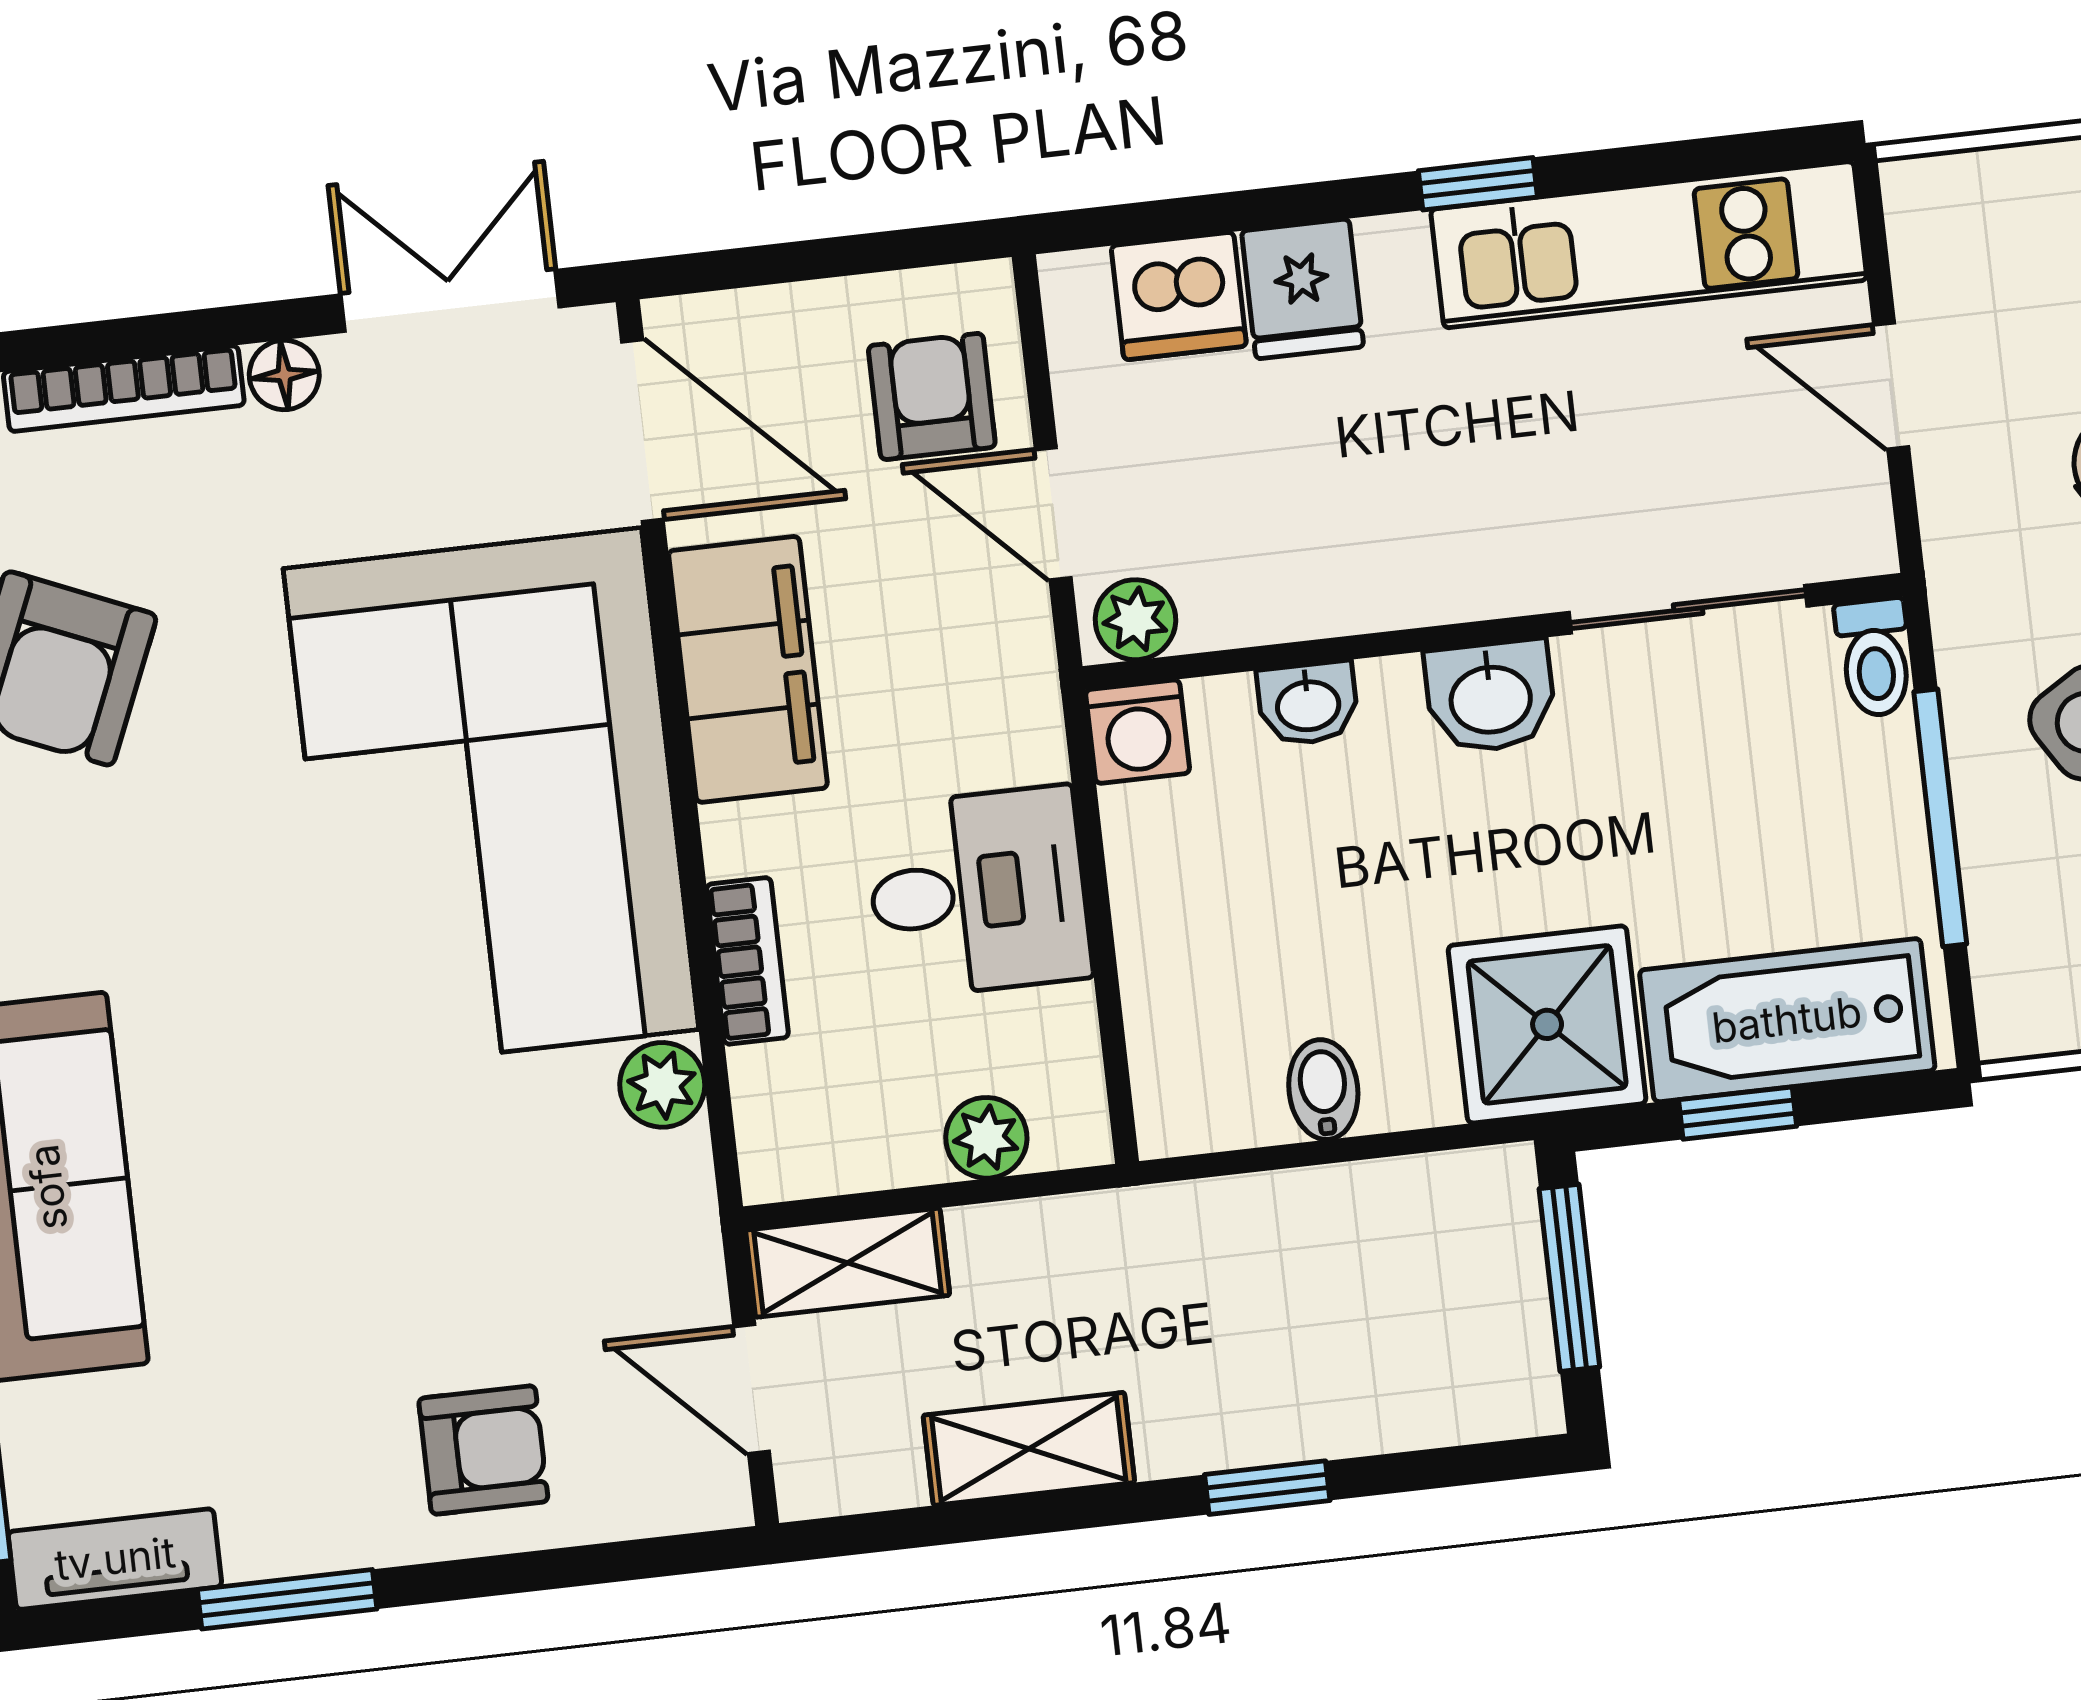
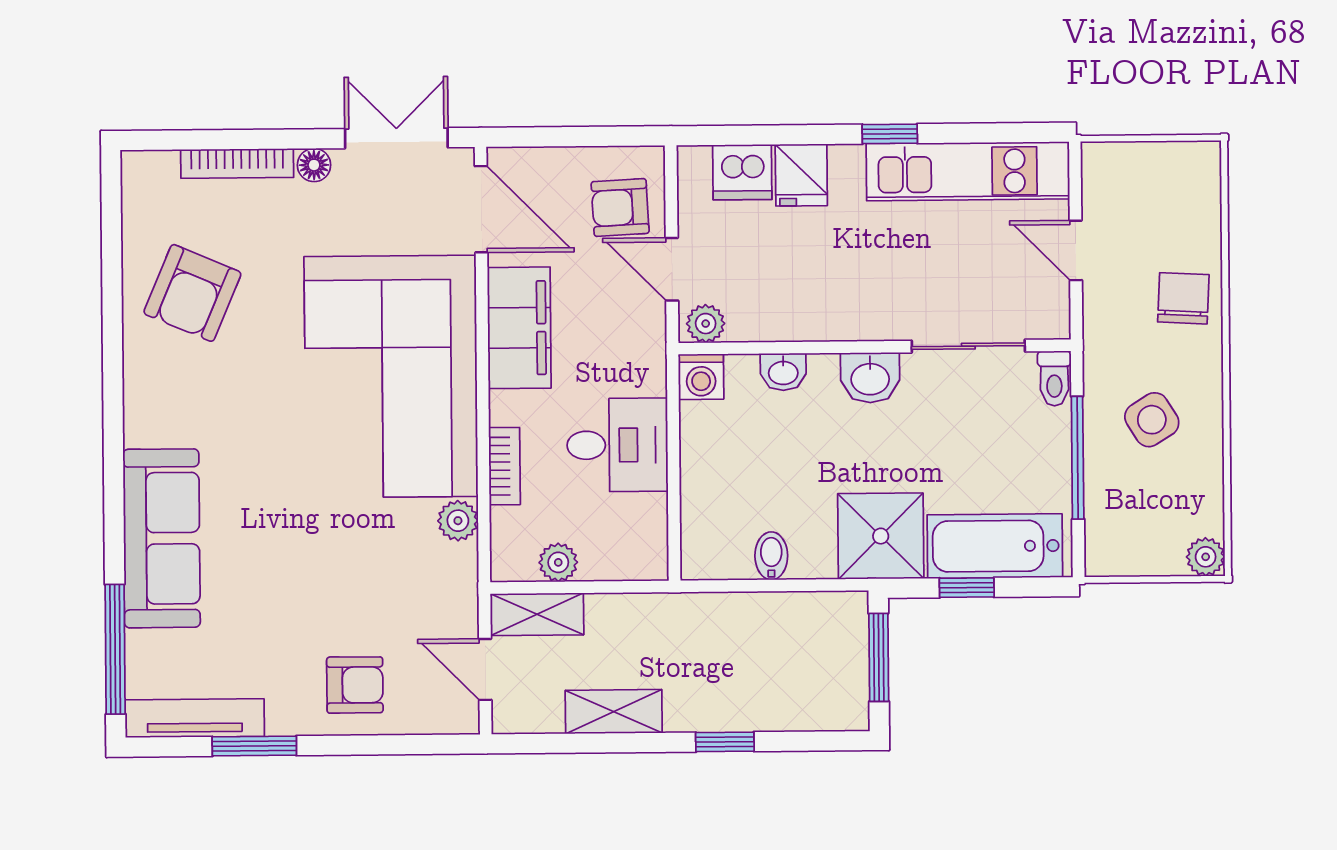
armchair: (932, 396) -> (620, 207), turned -93
plant: (986, 1138) -> (558, 562), moved
tv unit: (115, 1559) -> (195, 718), width x1.41

